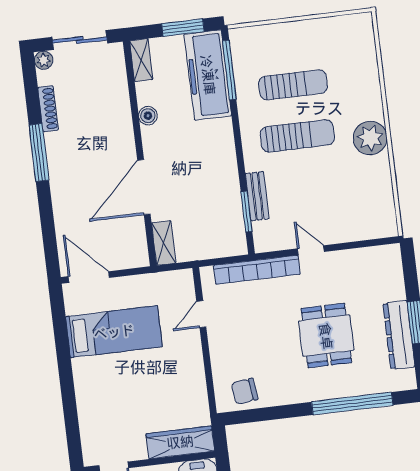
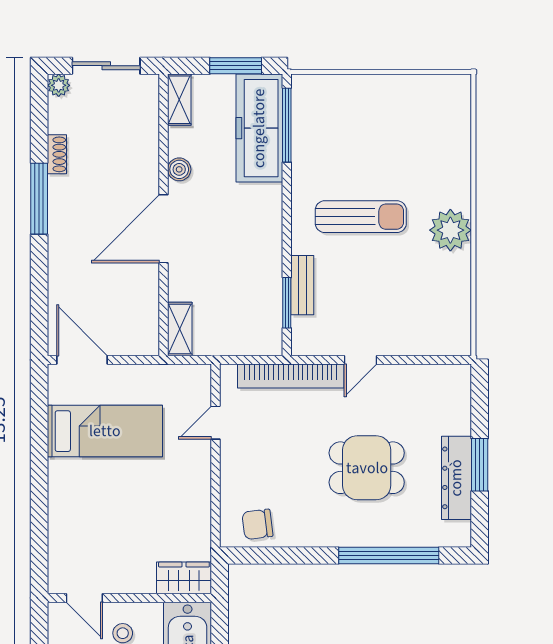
sun lounger: (293, 85) -> (363, 153), removed
shoe rack: (48, 109) -> (57, 154), width x0.70
door: (144, 187) -> (164, 229), moved
door: (311, 250) -> (360, 360), swing flipped
dining table: (326, 336) -> (367, 468), turned 90
wardrobe: (180, 442) -> (184, 578), width x0.67

